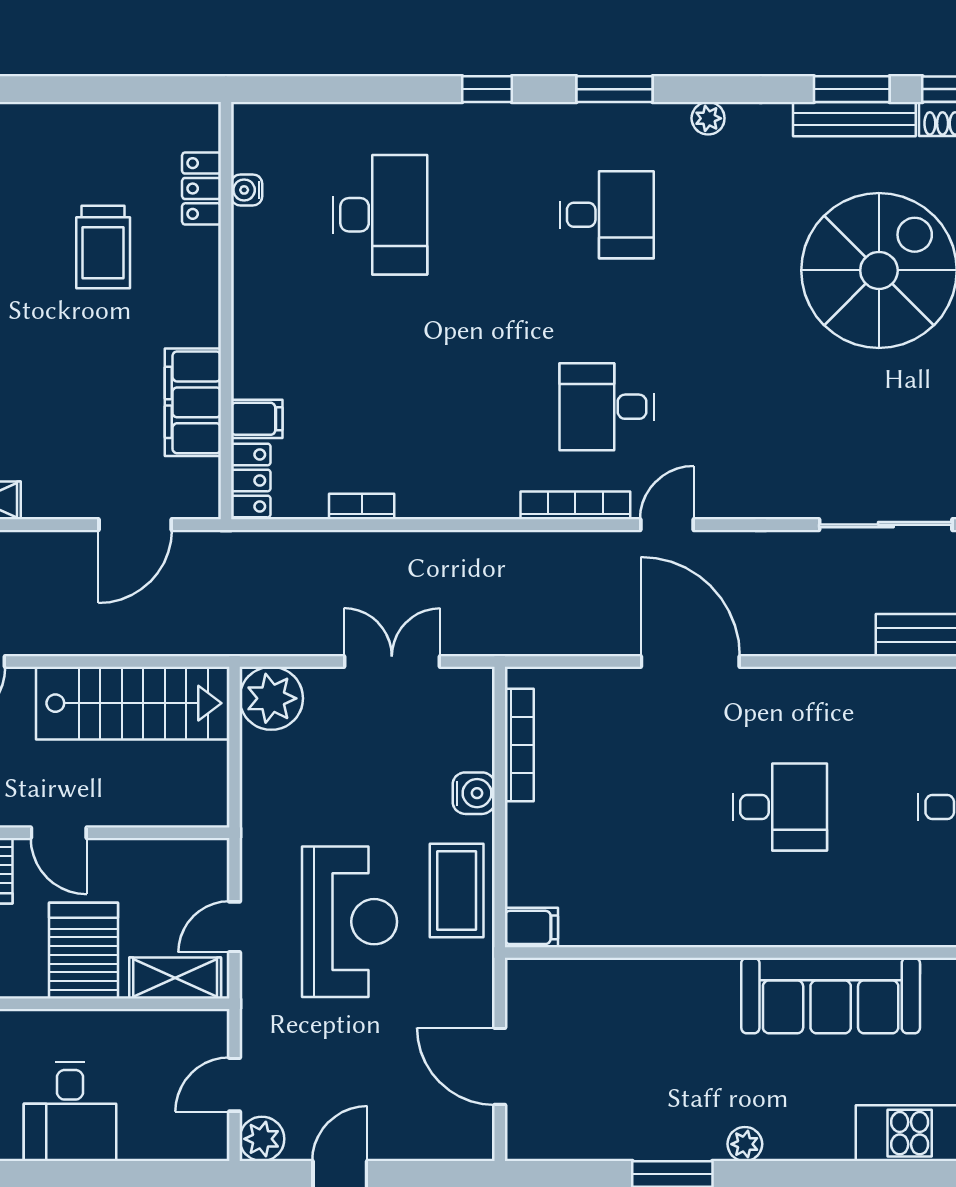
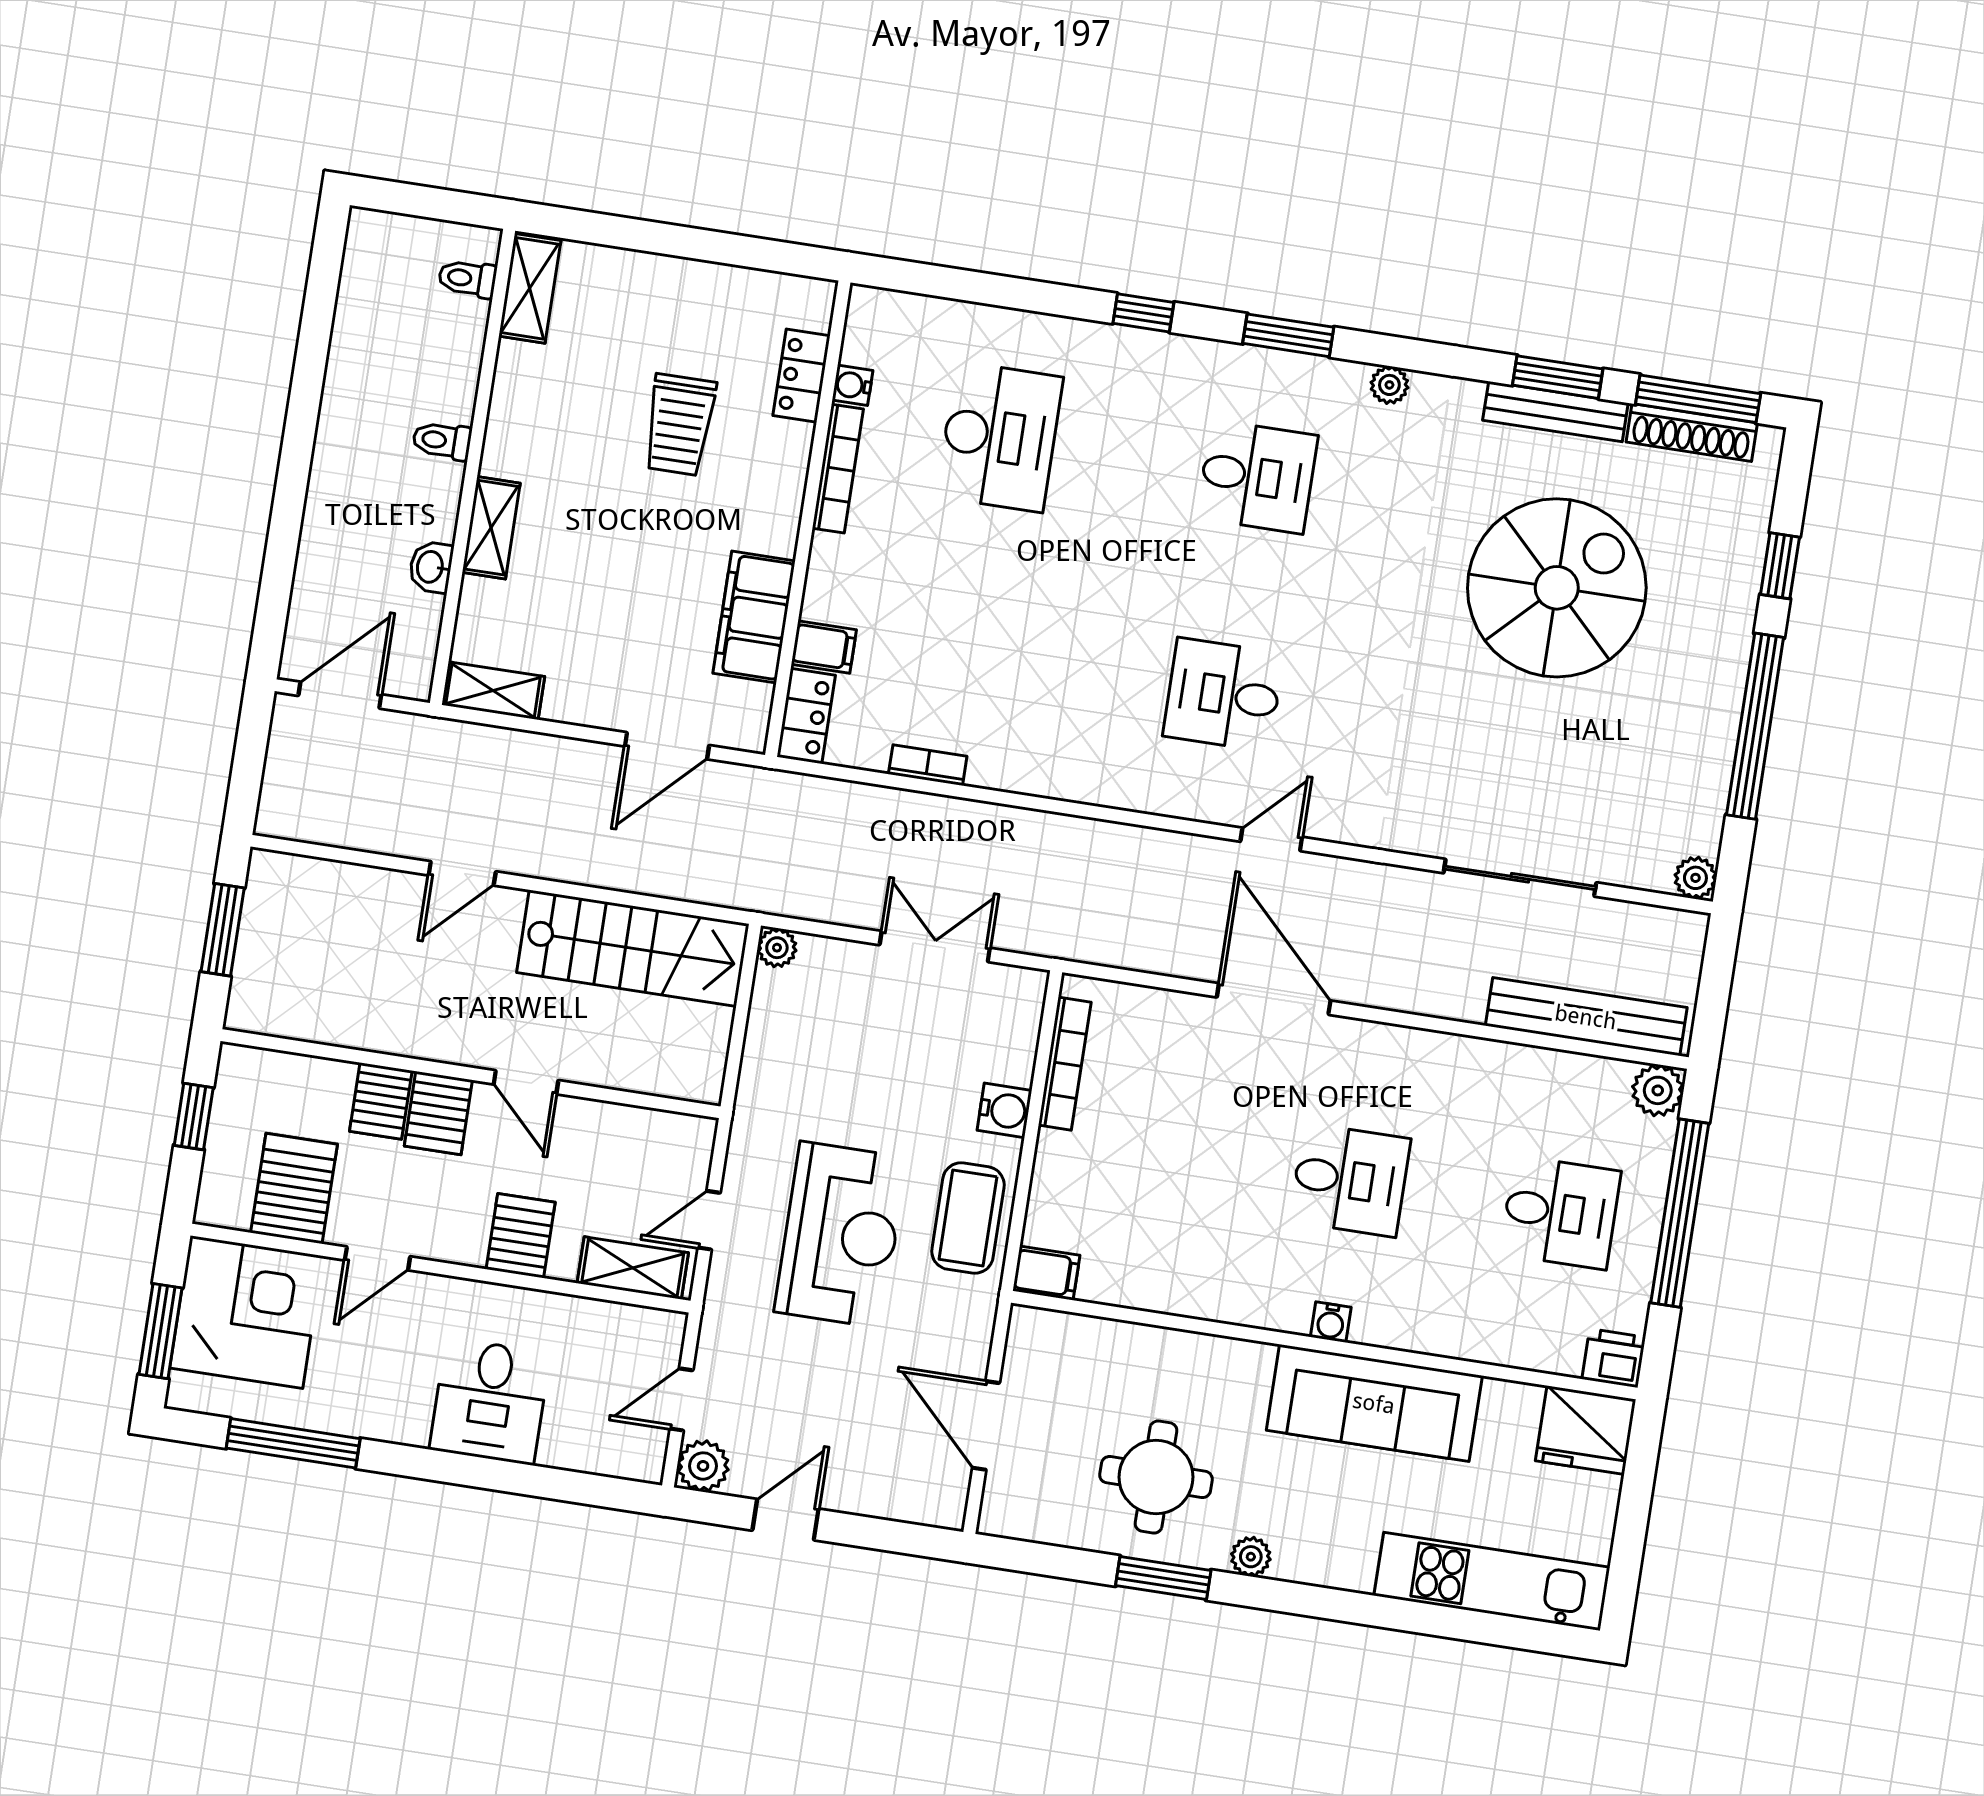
bookcase: (575, 505) -> (838, 469), moved, turned 90
plant: (271, 698) -> (777, 948), width x0.53, depth x0.53
water cooler: (782, 932) -> (1331, 1322), added
server rack: (84, 951) -> (521, 1236), width x0.73, depth x0.70
round table: (653, 1088) -> (1156, 1477), added

